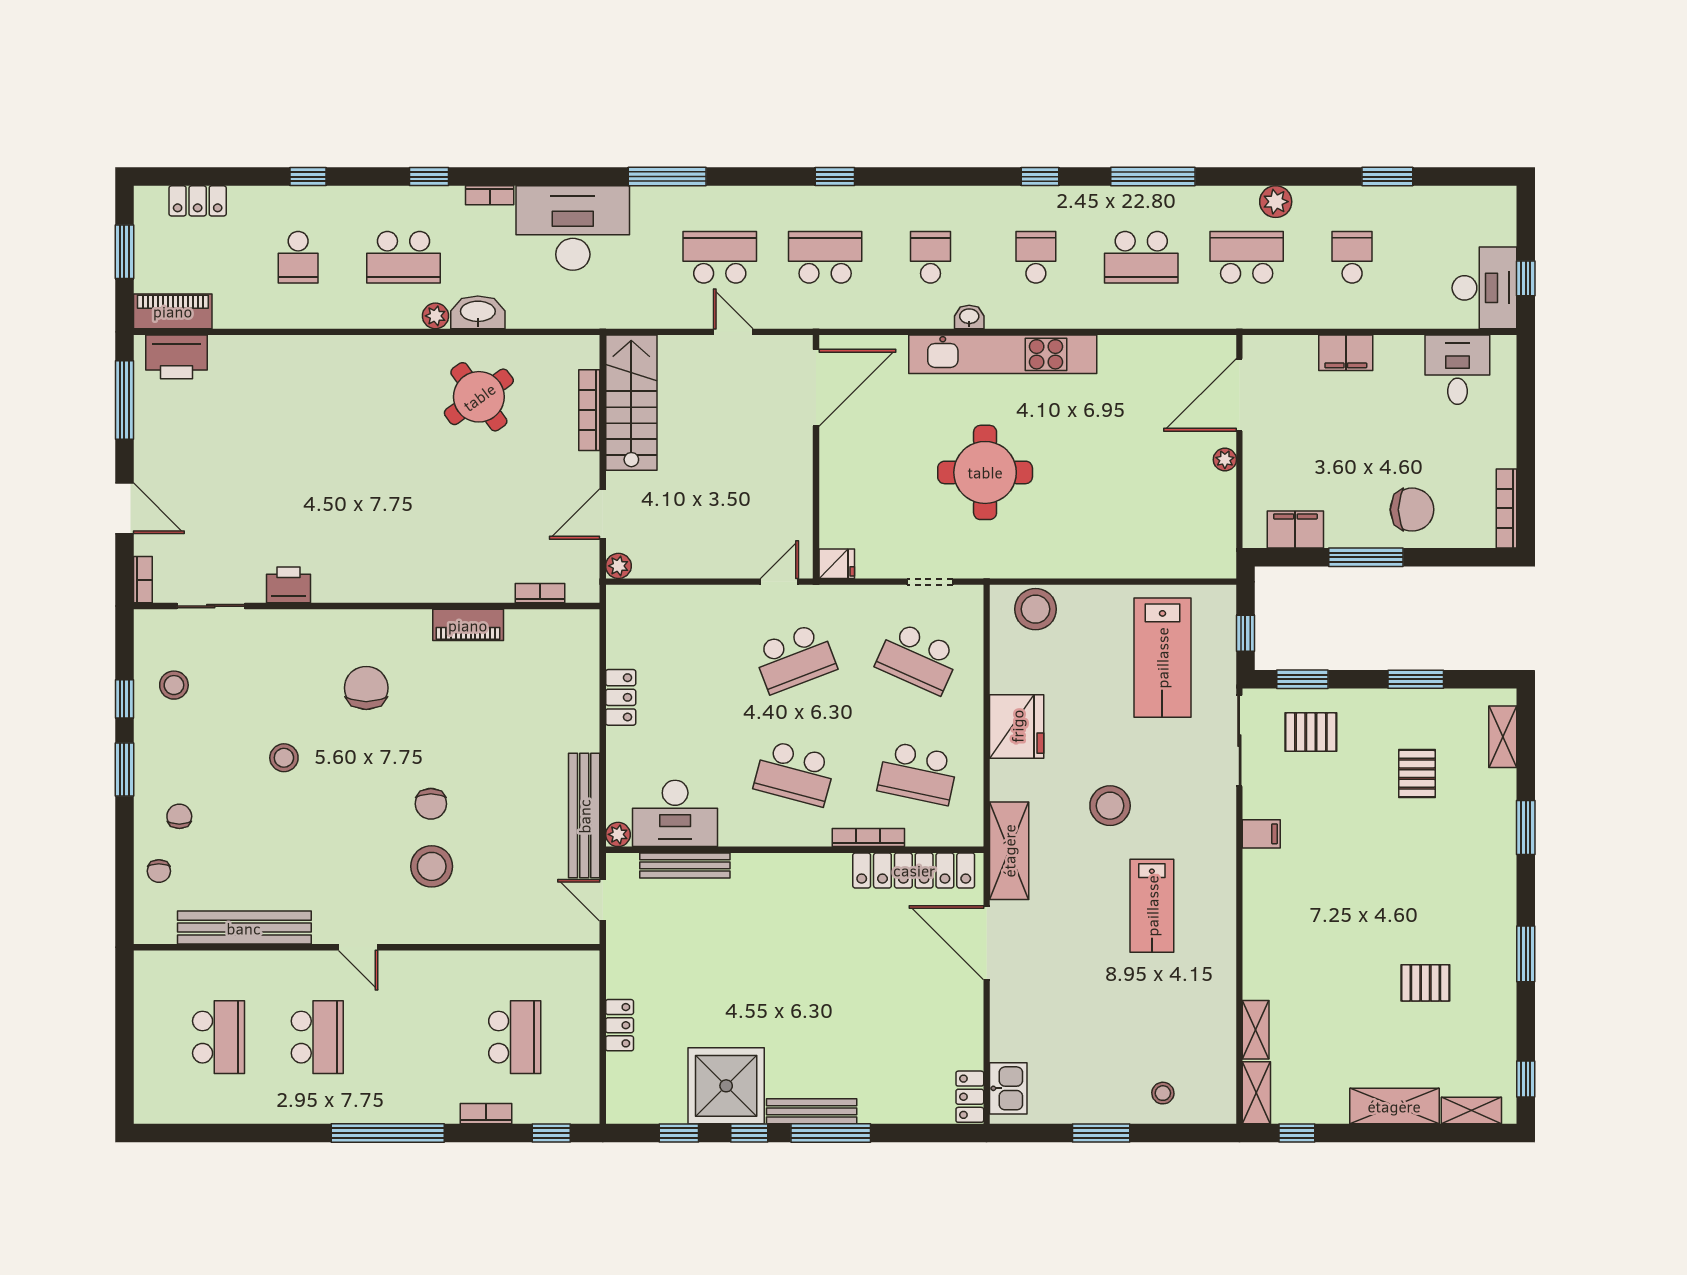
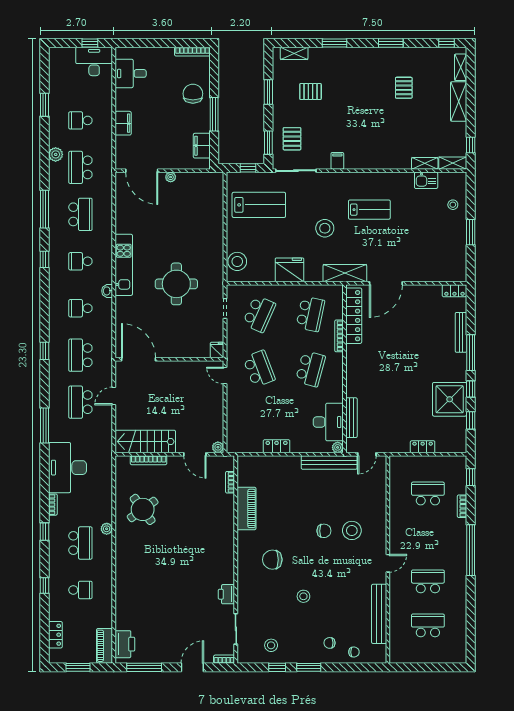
washbasin: (478, 312) -> (105, 510), removed
kitchen unit: (1003, 354) -> (124, 265), width x0.73
piano: (468, 625) -> (247, 508), width x1.37, depth x1.33
kitchen sink: (1008, 1088) -> (426, 180), moved, turned 180
bench: (812, 1111) -> (461, 332), moved

